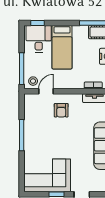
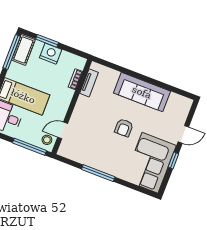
door: (46, 91) -> (63, 130), hinge flipped
armchair: (61, 110) -> (124, 128), moved, turned 90

